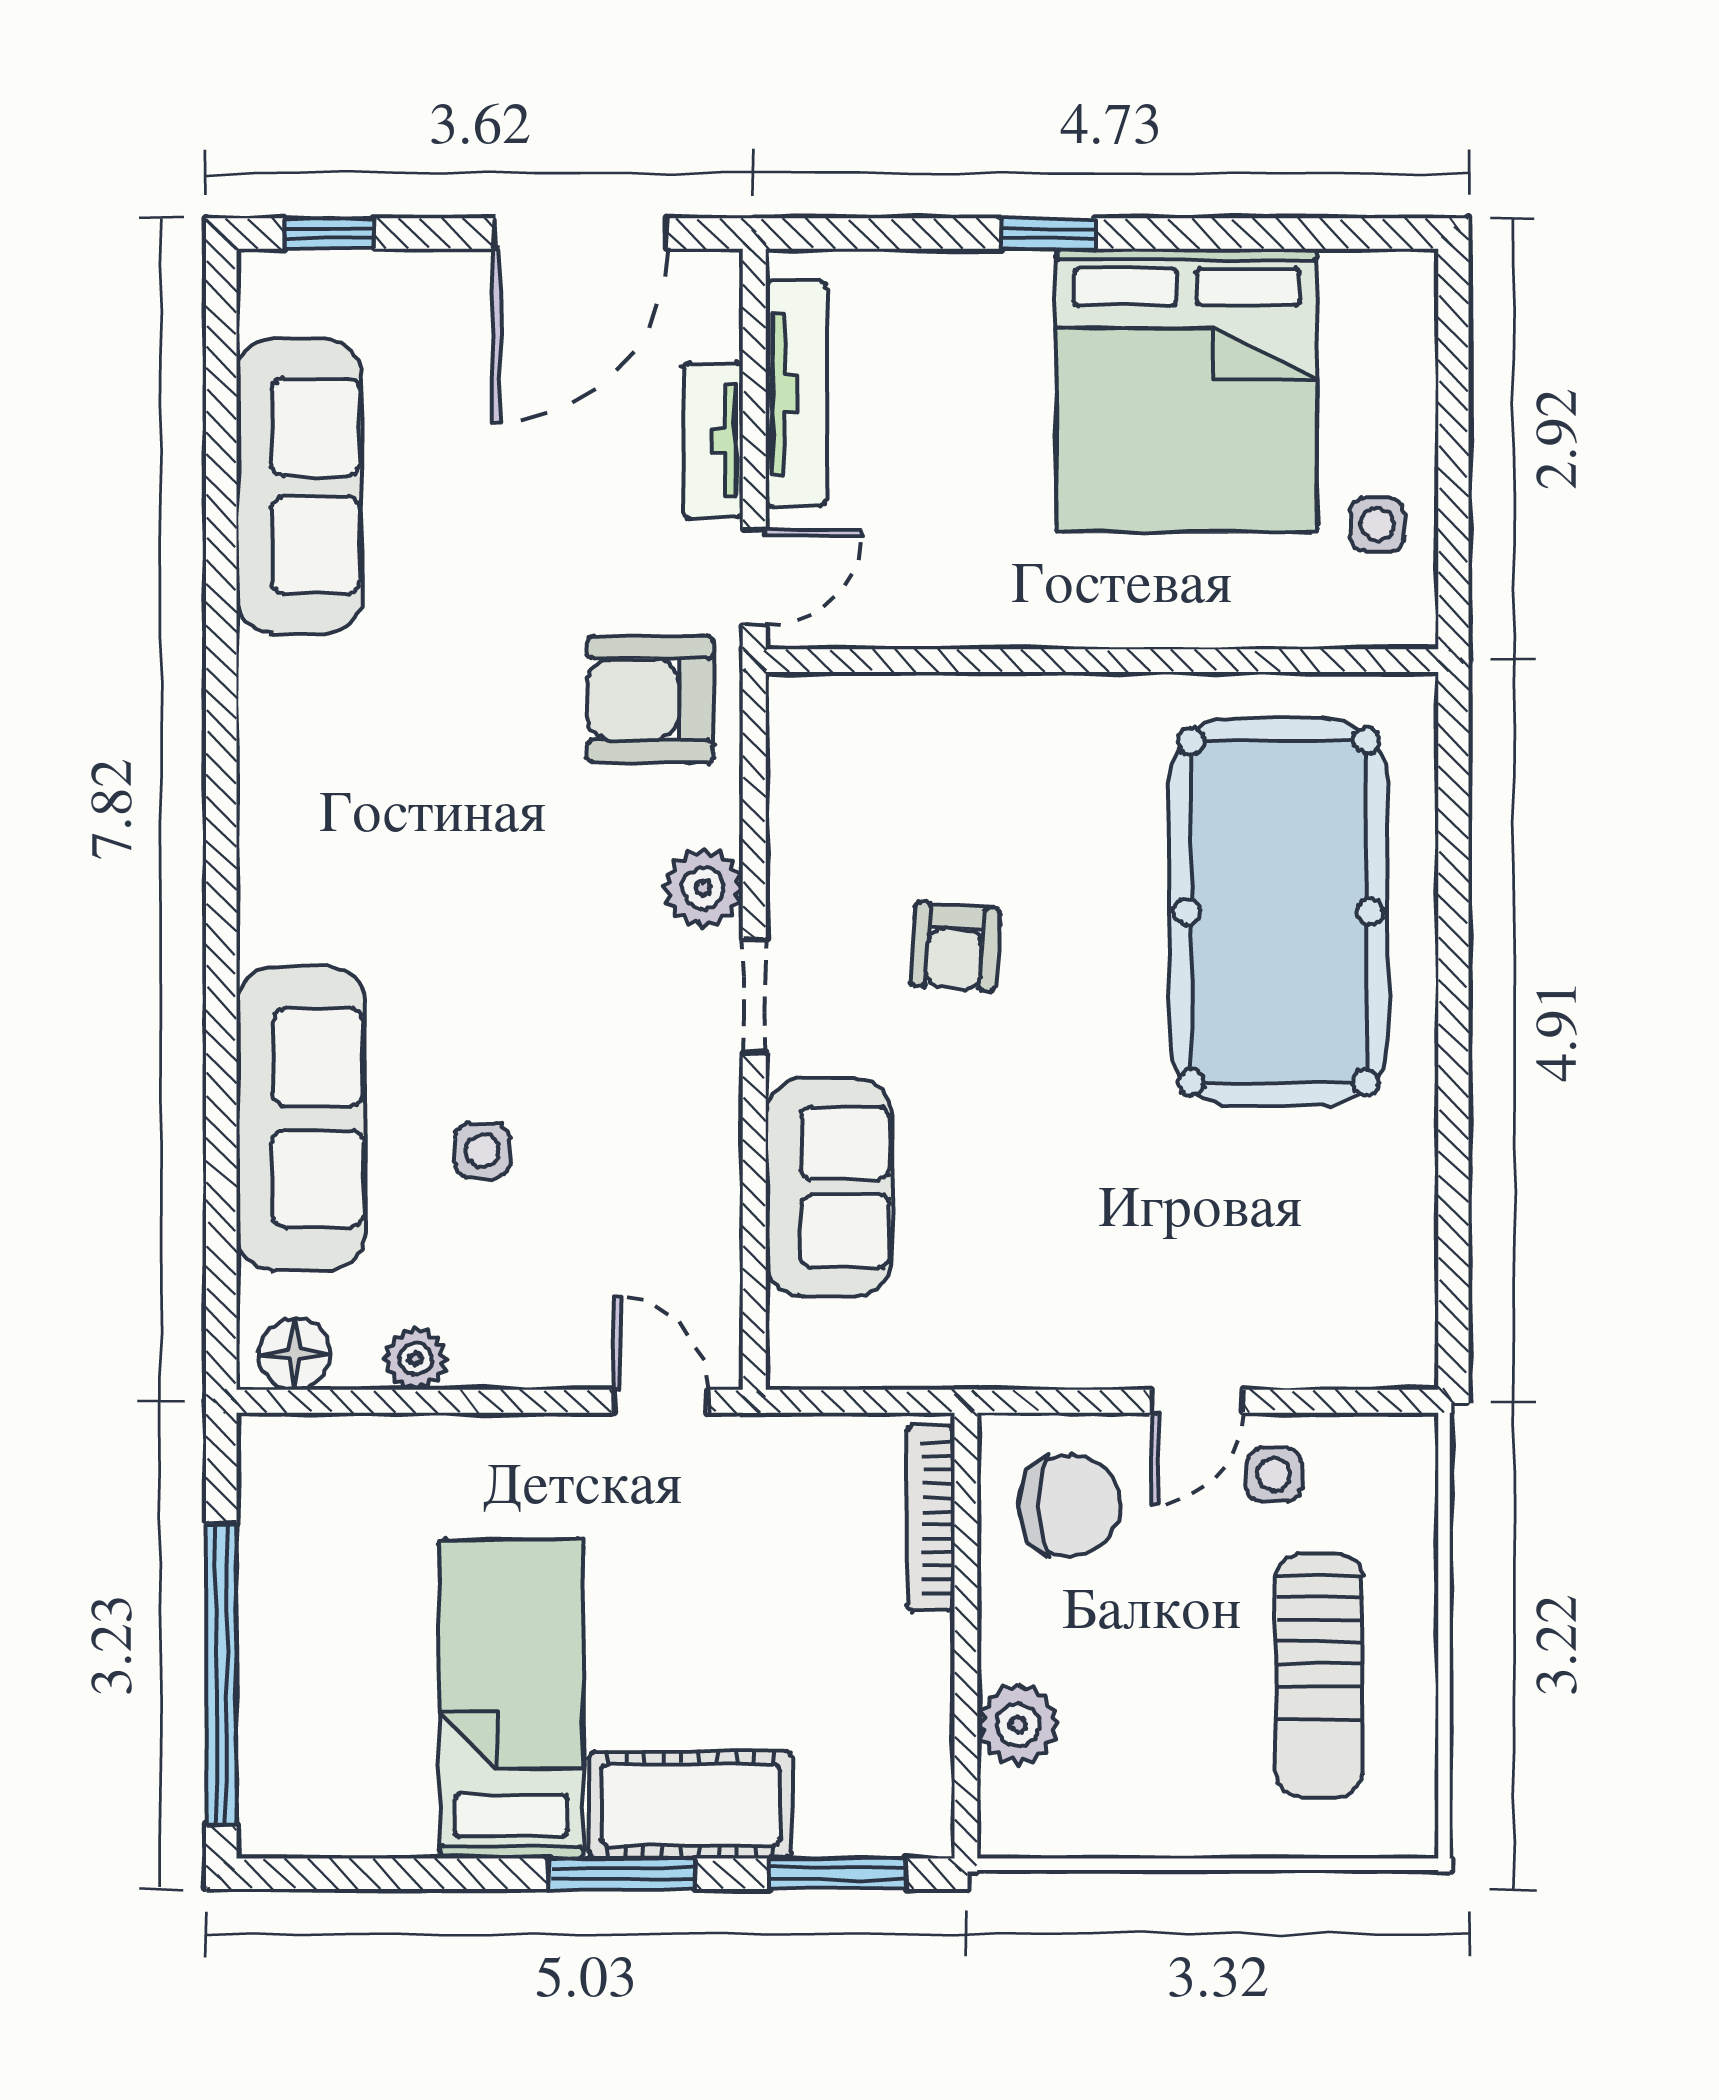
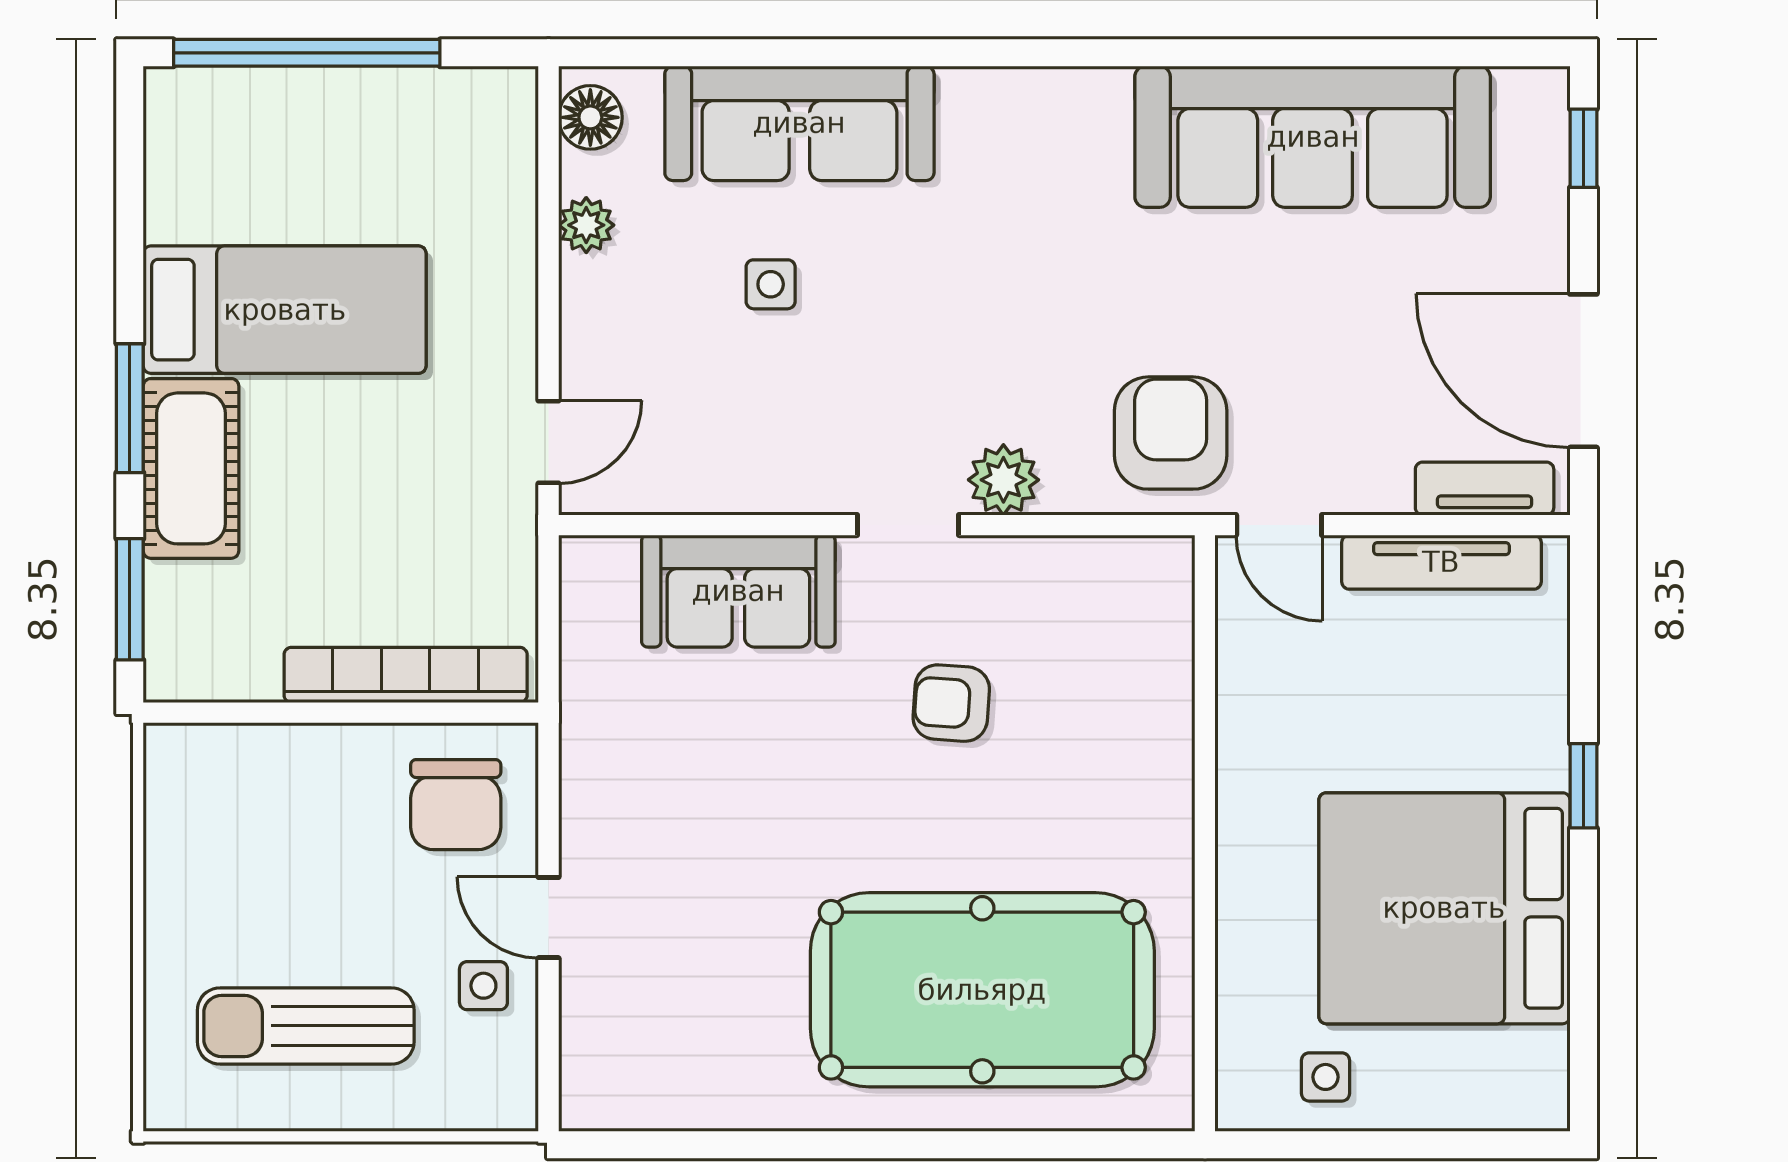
tv unit: (713, 440) -> (1485, 489), moved
sofa: (299, 486) -> (1313, 137), width x1.36, depth x1.27
bookcase: (931, 1518) -> (406, 675), width x1.48, depth x1.31
plant: (1018, 1725) -> (262, 759), removed

